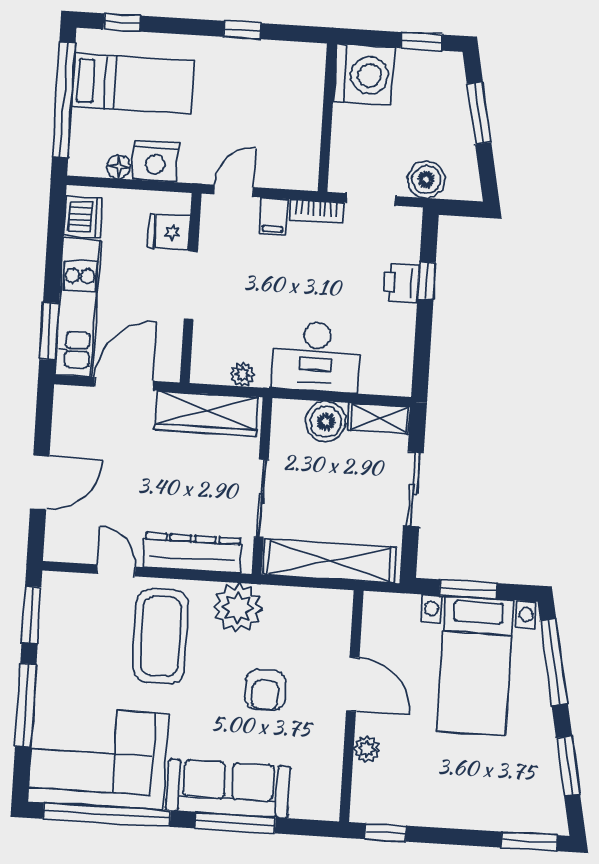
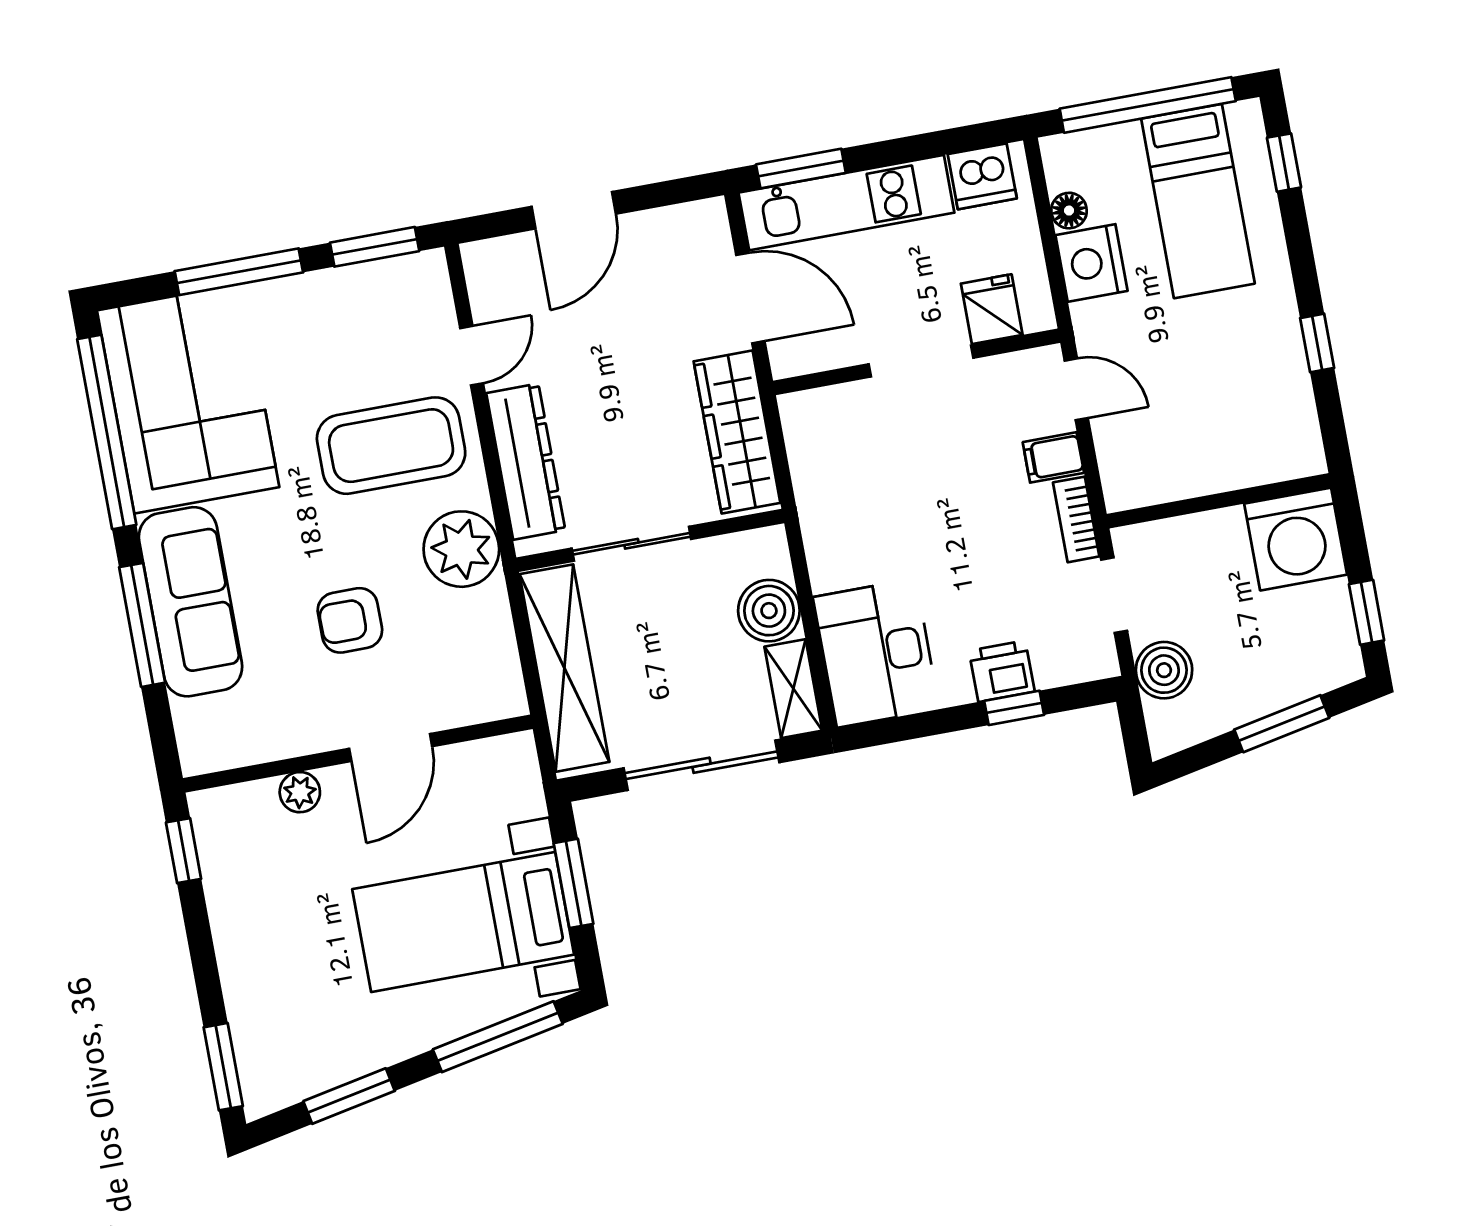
desk: (316, 357) -> (876, 653), moved
plant: (242, 374) -> (808, 470), removed
door: (40, 482) -> (574, 210), hinge flipped
sliding door: (413, 489) -> (702, 765), width x1.37

